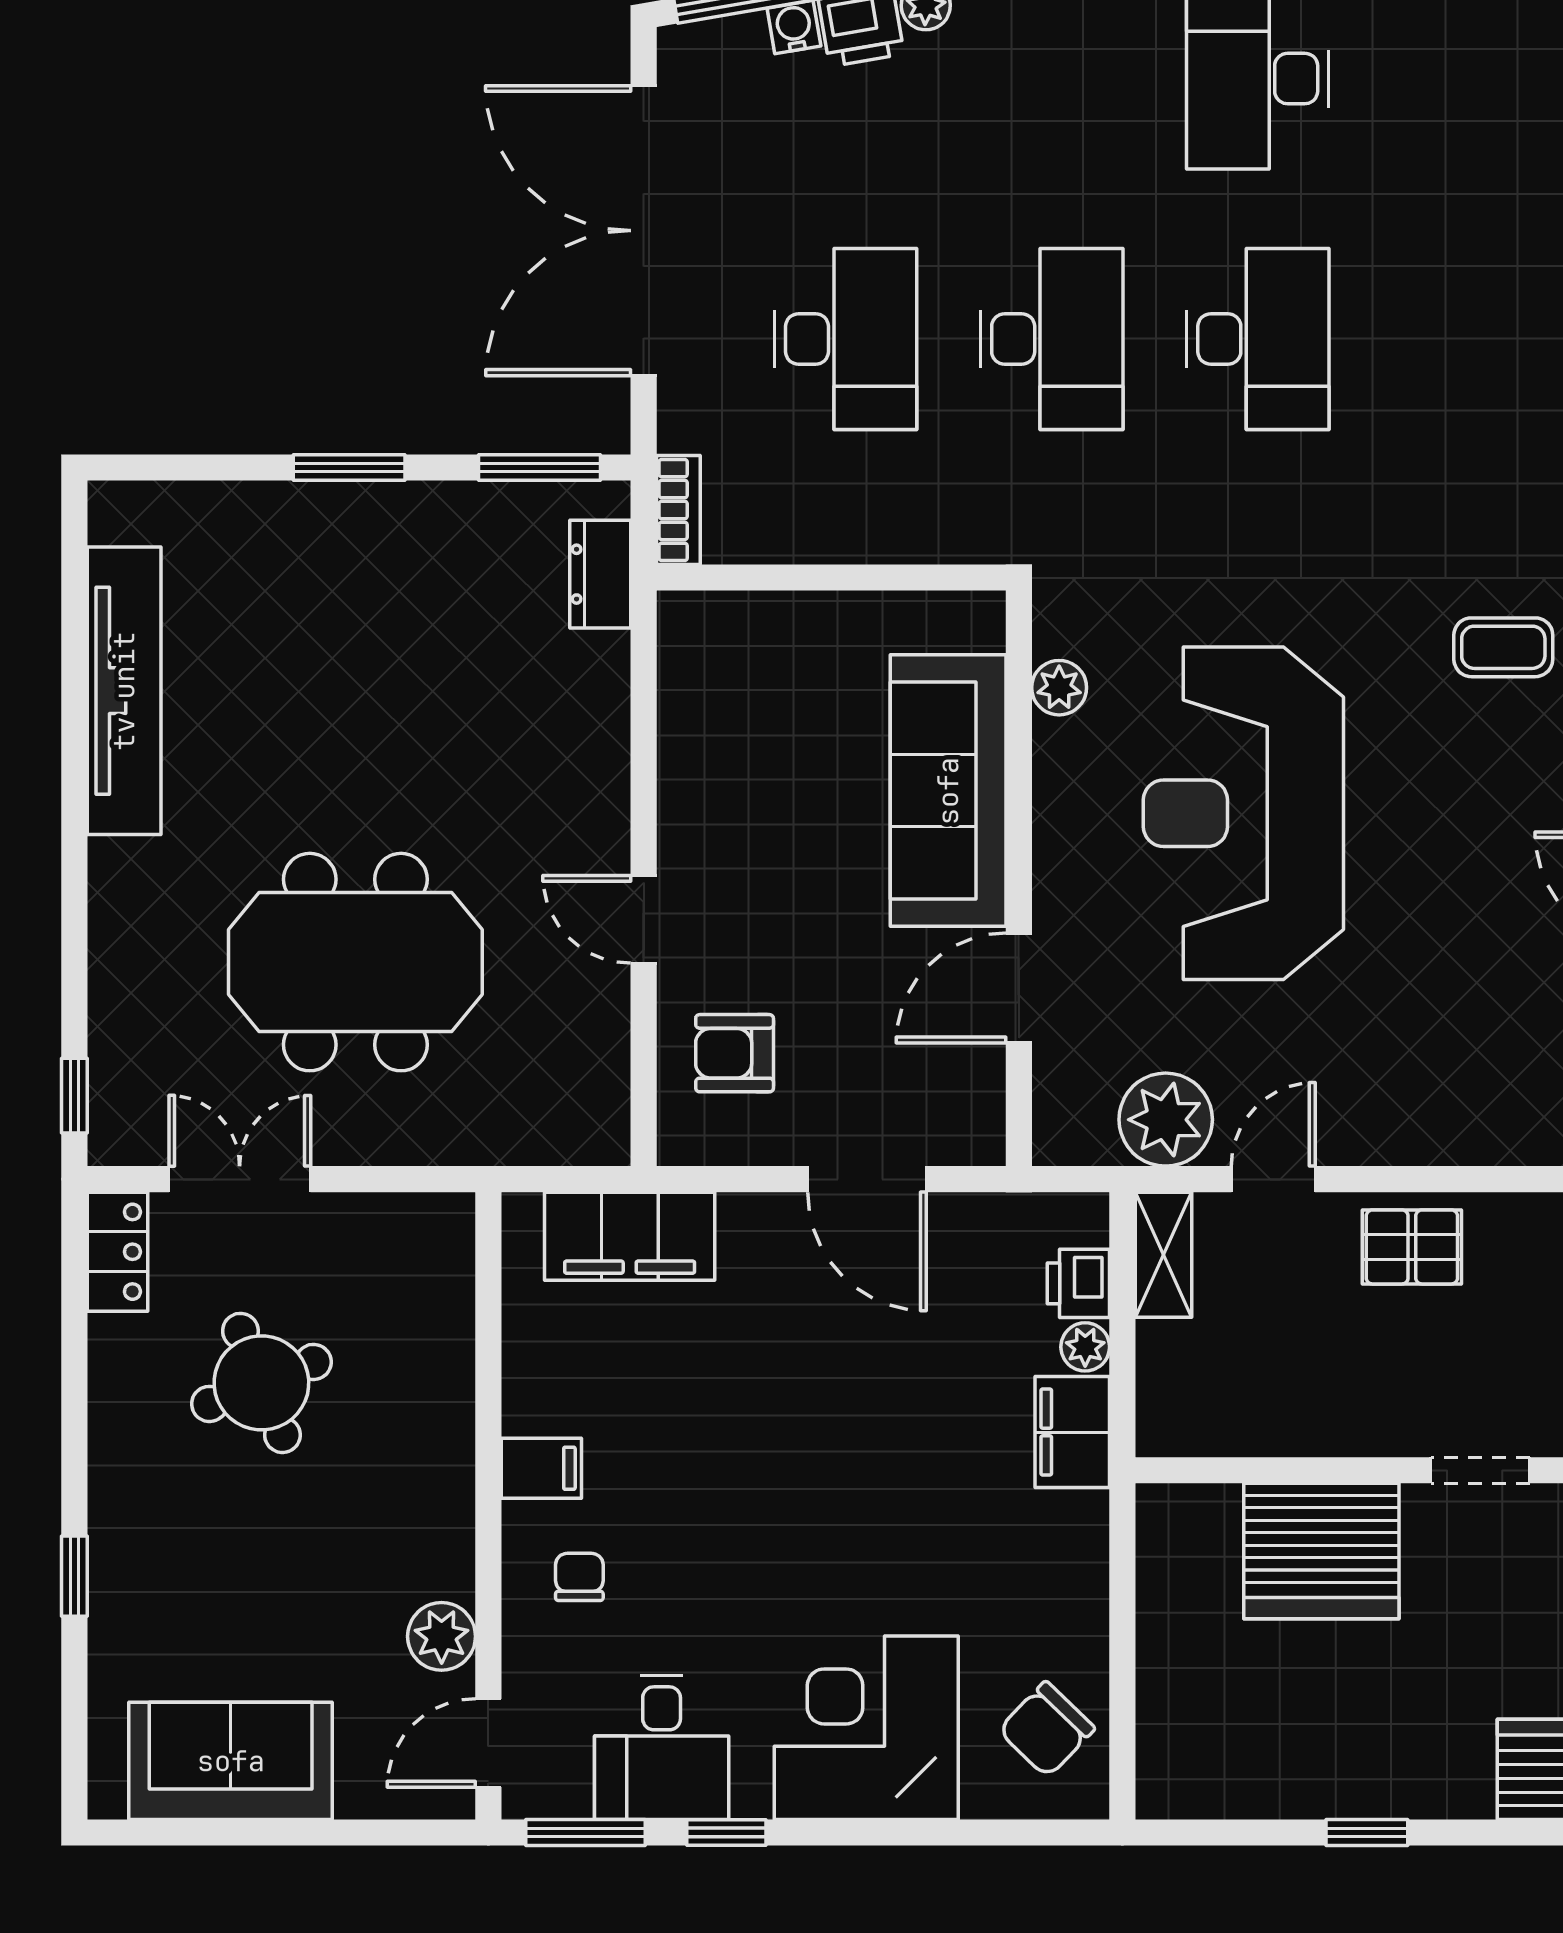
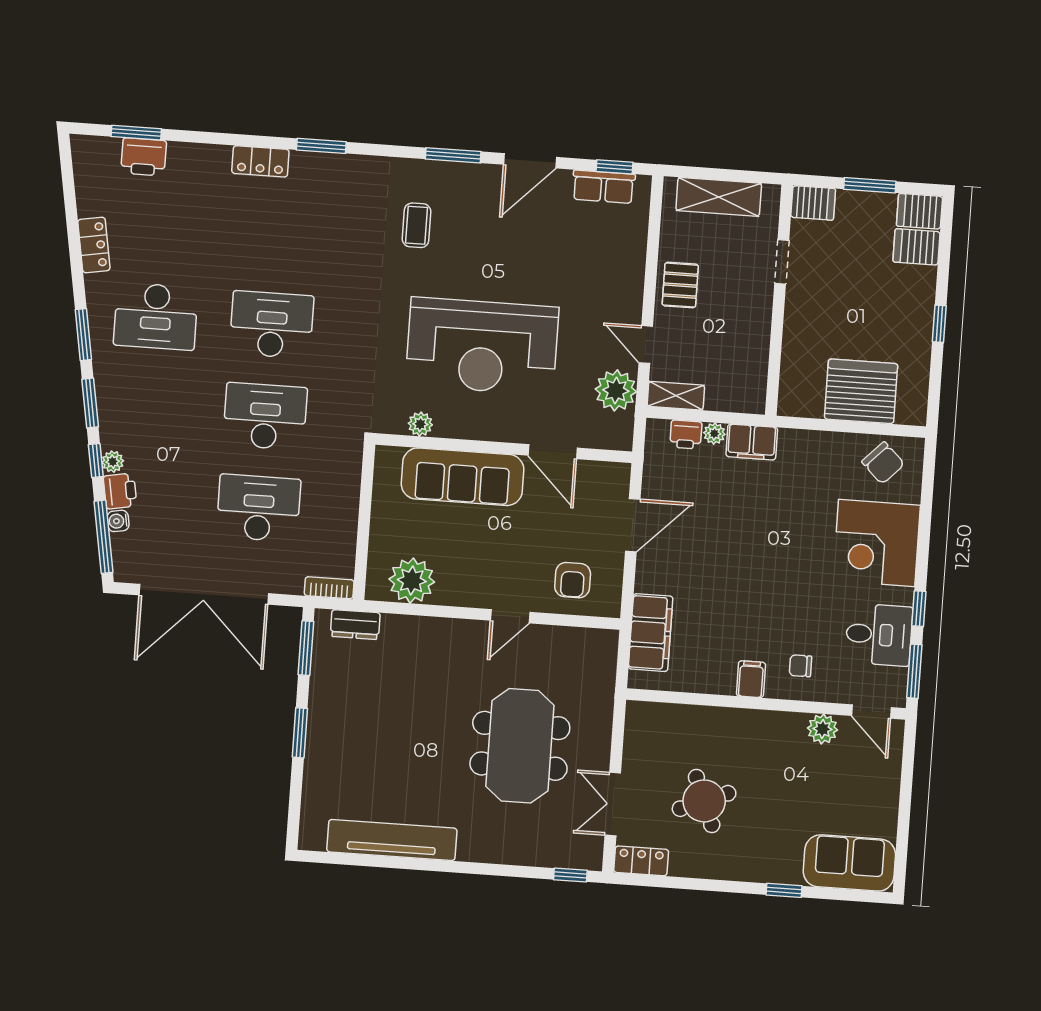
plant: (708, 694) -> (412, 581), added
server rack: (1321, 1551) -> (861, 391), moved, turned -90
sofa: (231, 1761) -> (849, 863), moved, turned 90

